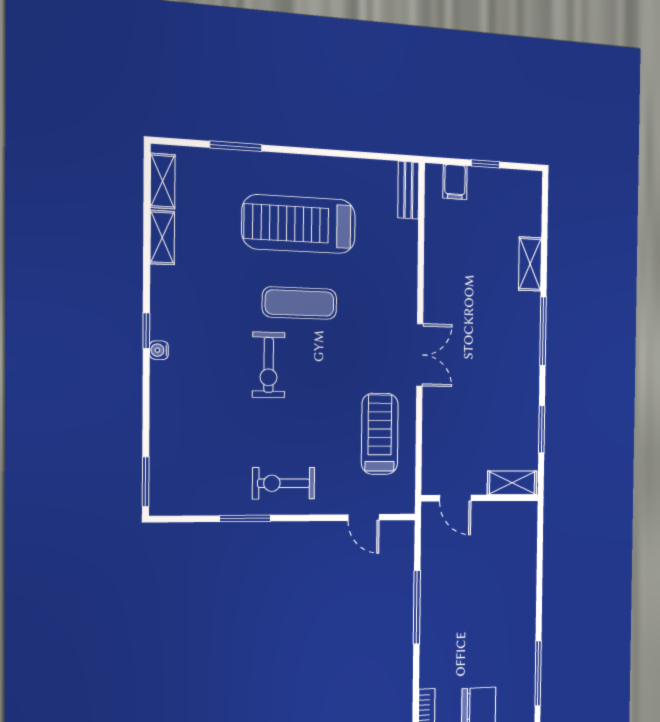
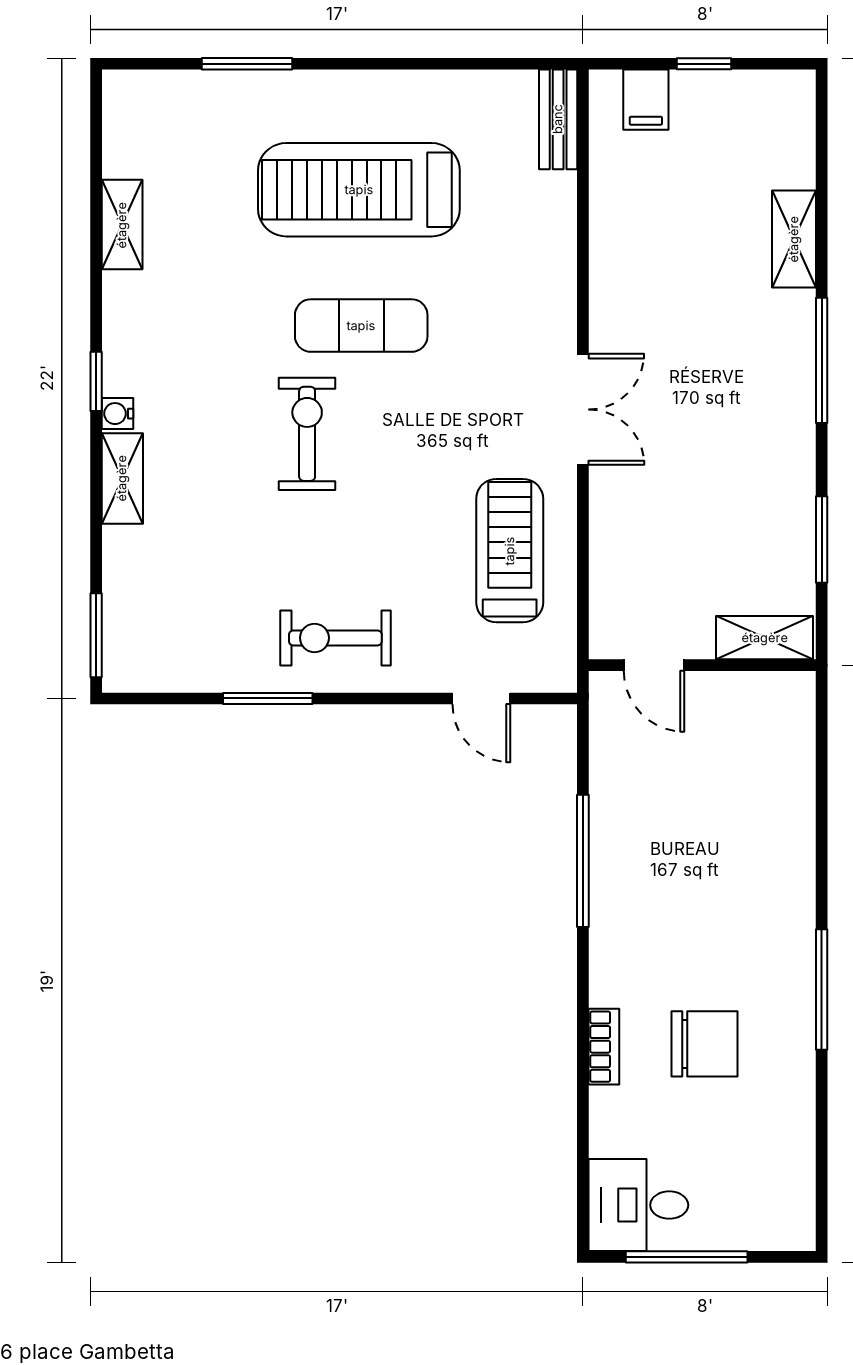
shelving: (163, 181) -> (122, 478), moved
exercise bike: (269, 365) -> (307, 434), turned 180

